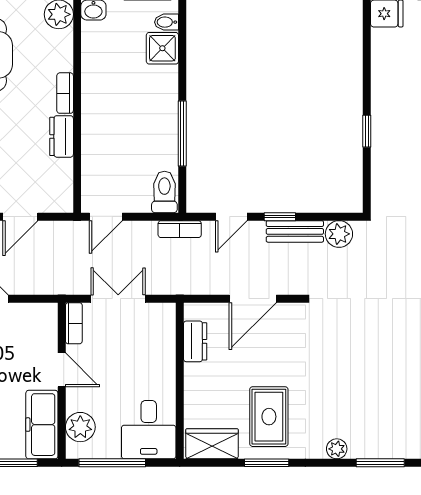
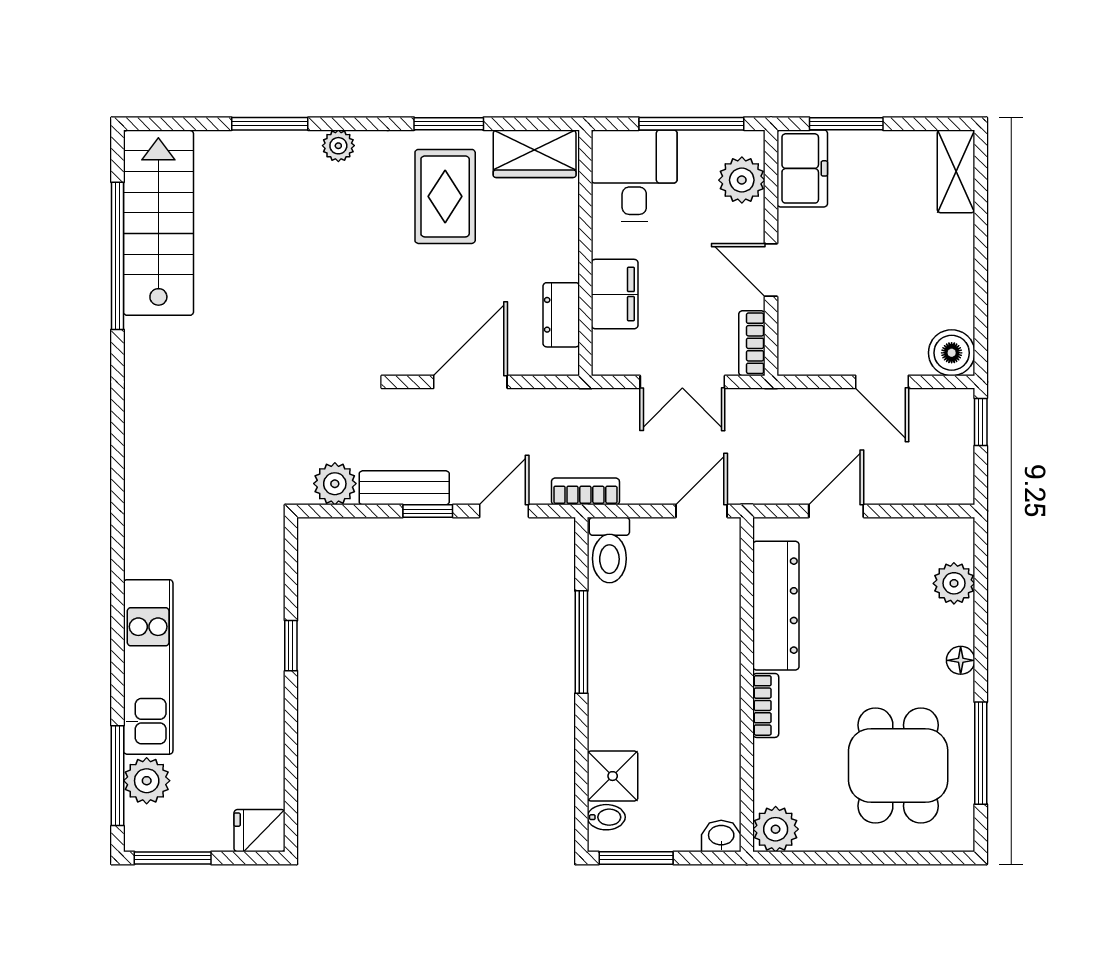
dresser: (62, 136) -> (776, 606), width x1.96, depth x1.24
filing cabinet: (161, 355) -> (615, 294), added
freezer: (42, 425) -> (802, 168), width x0.71

